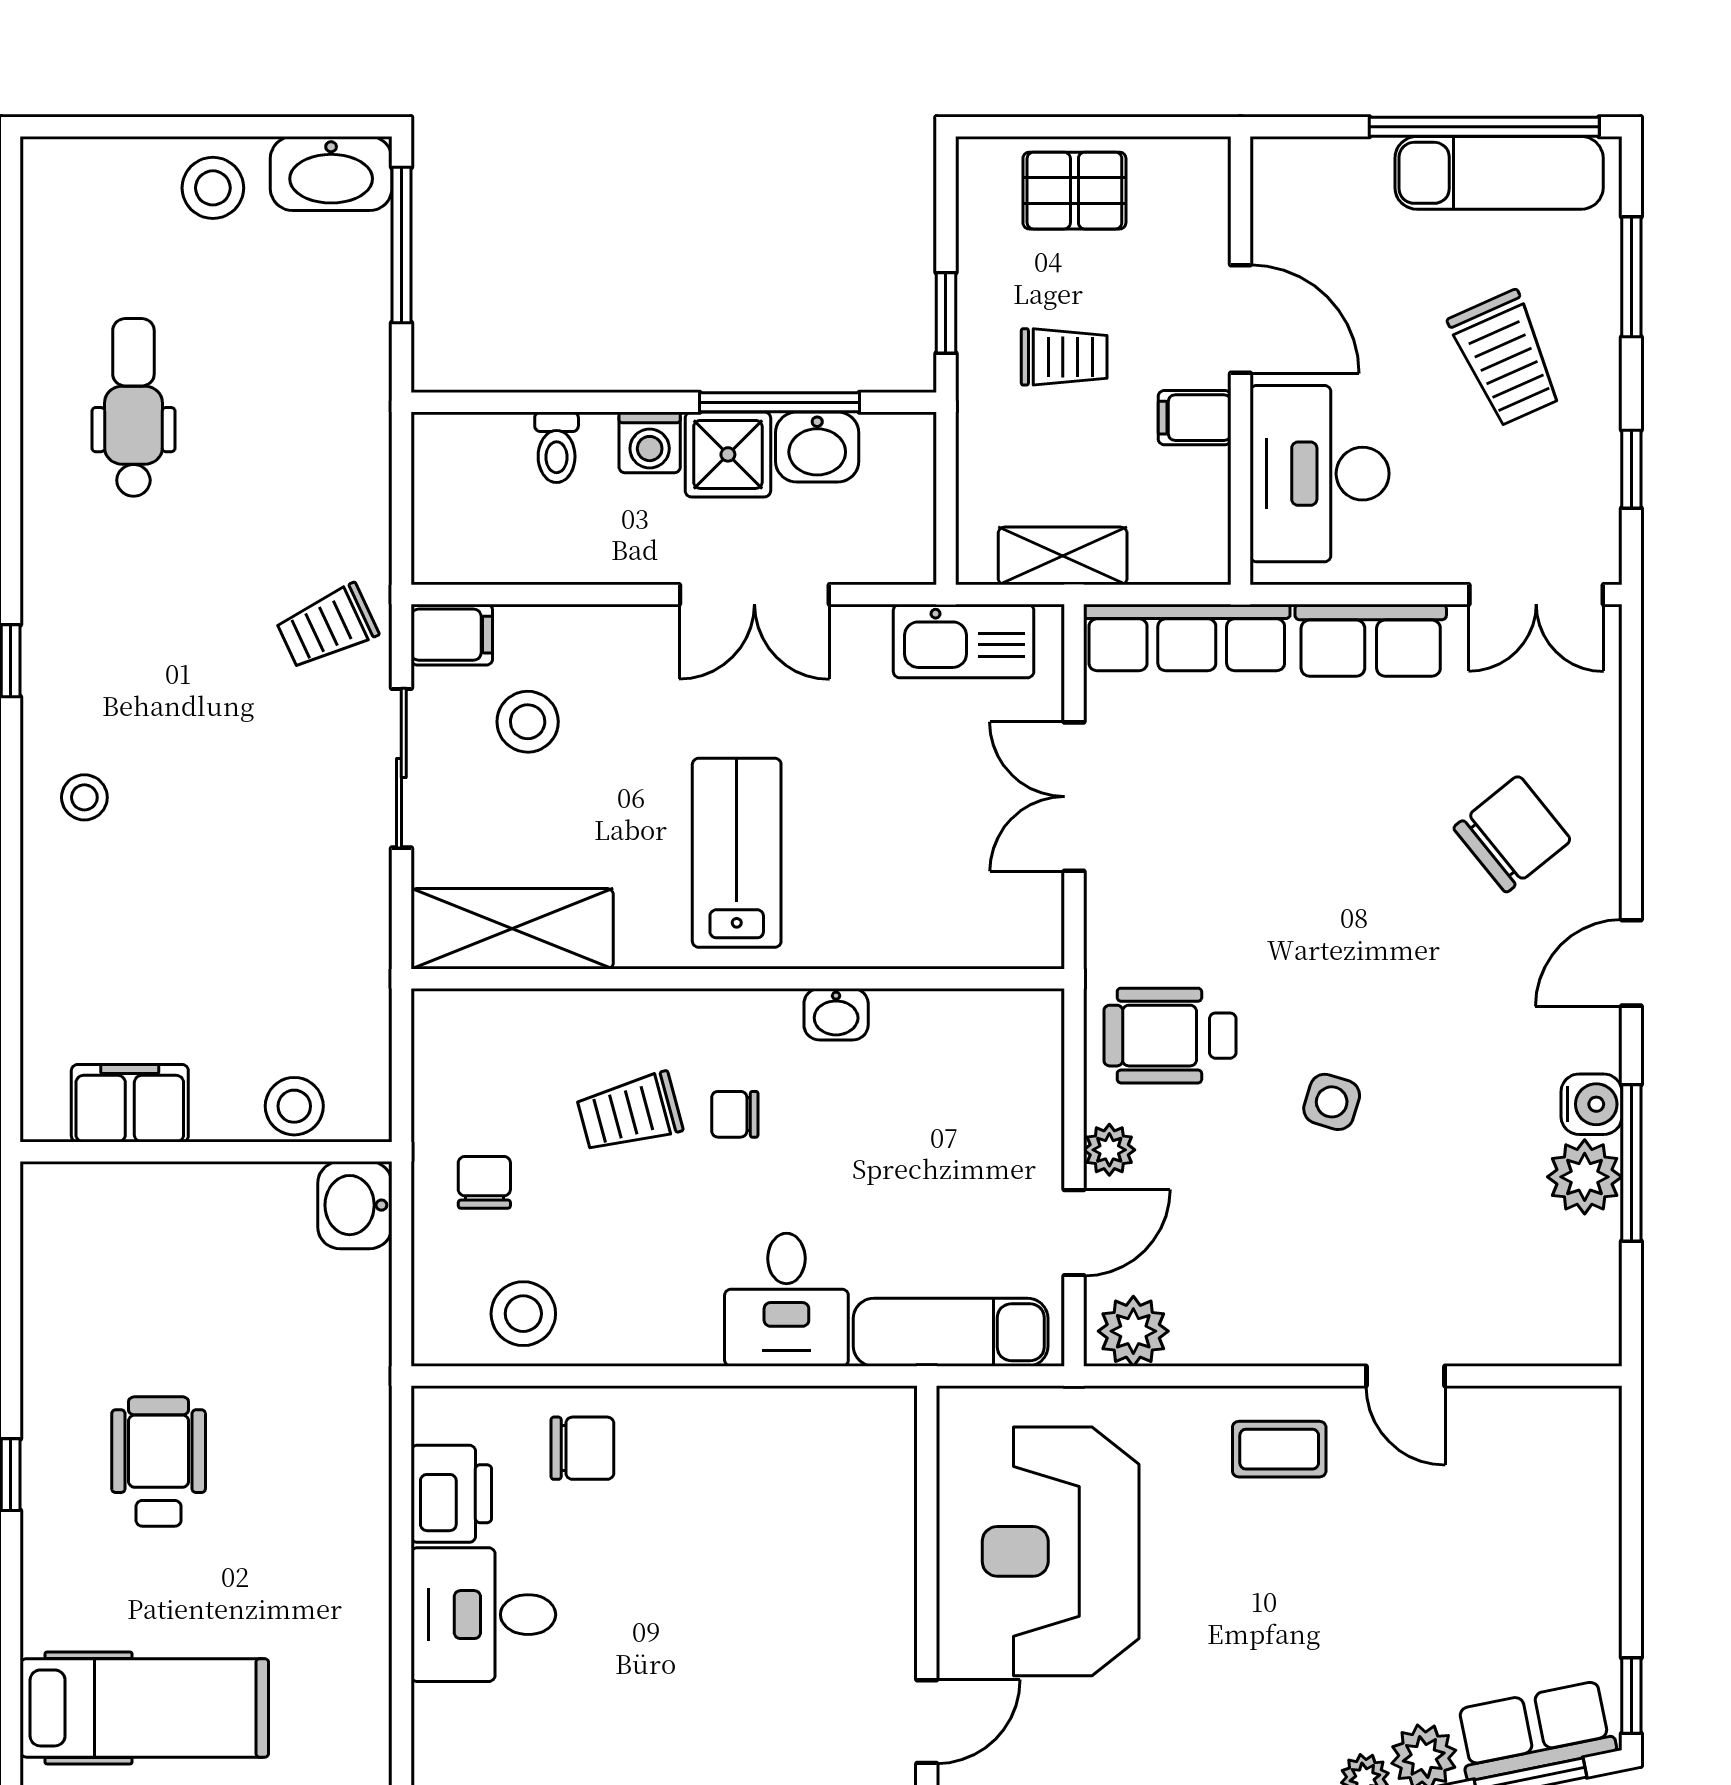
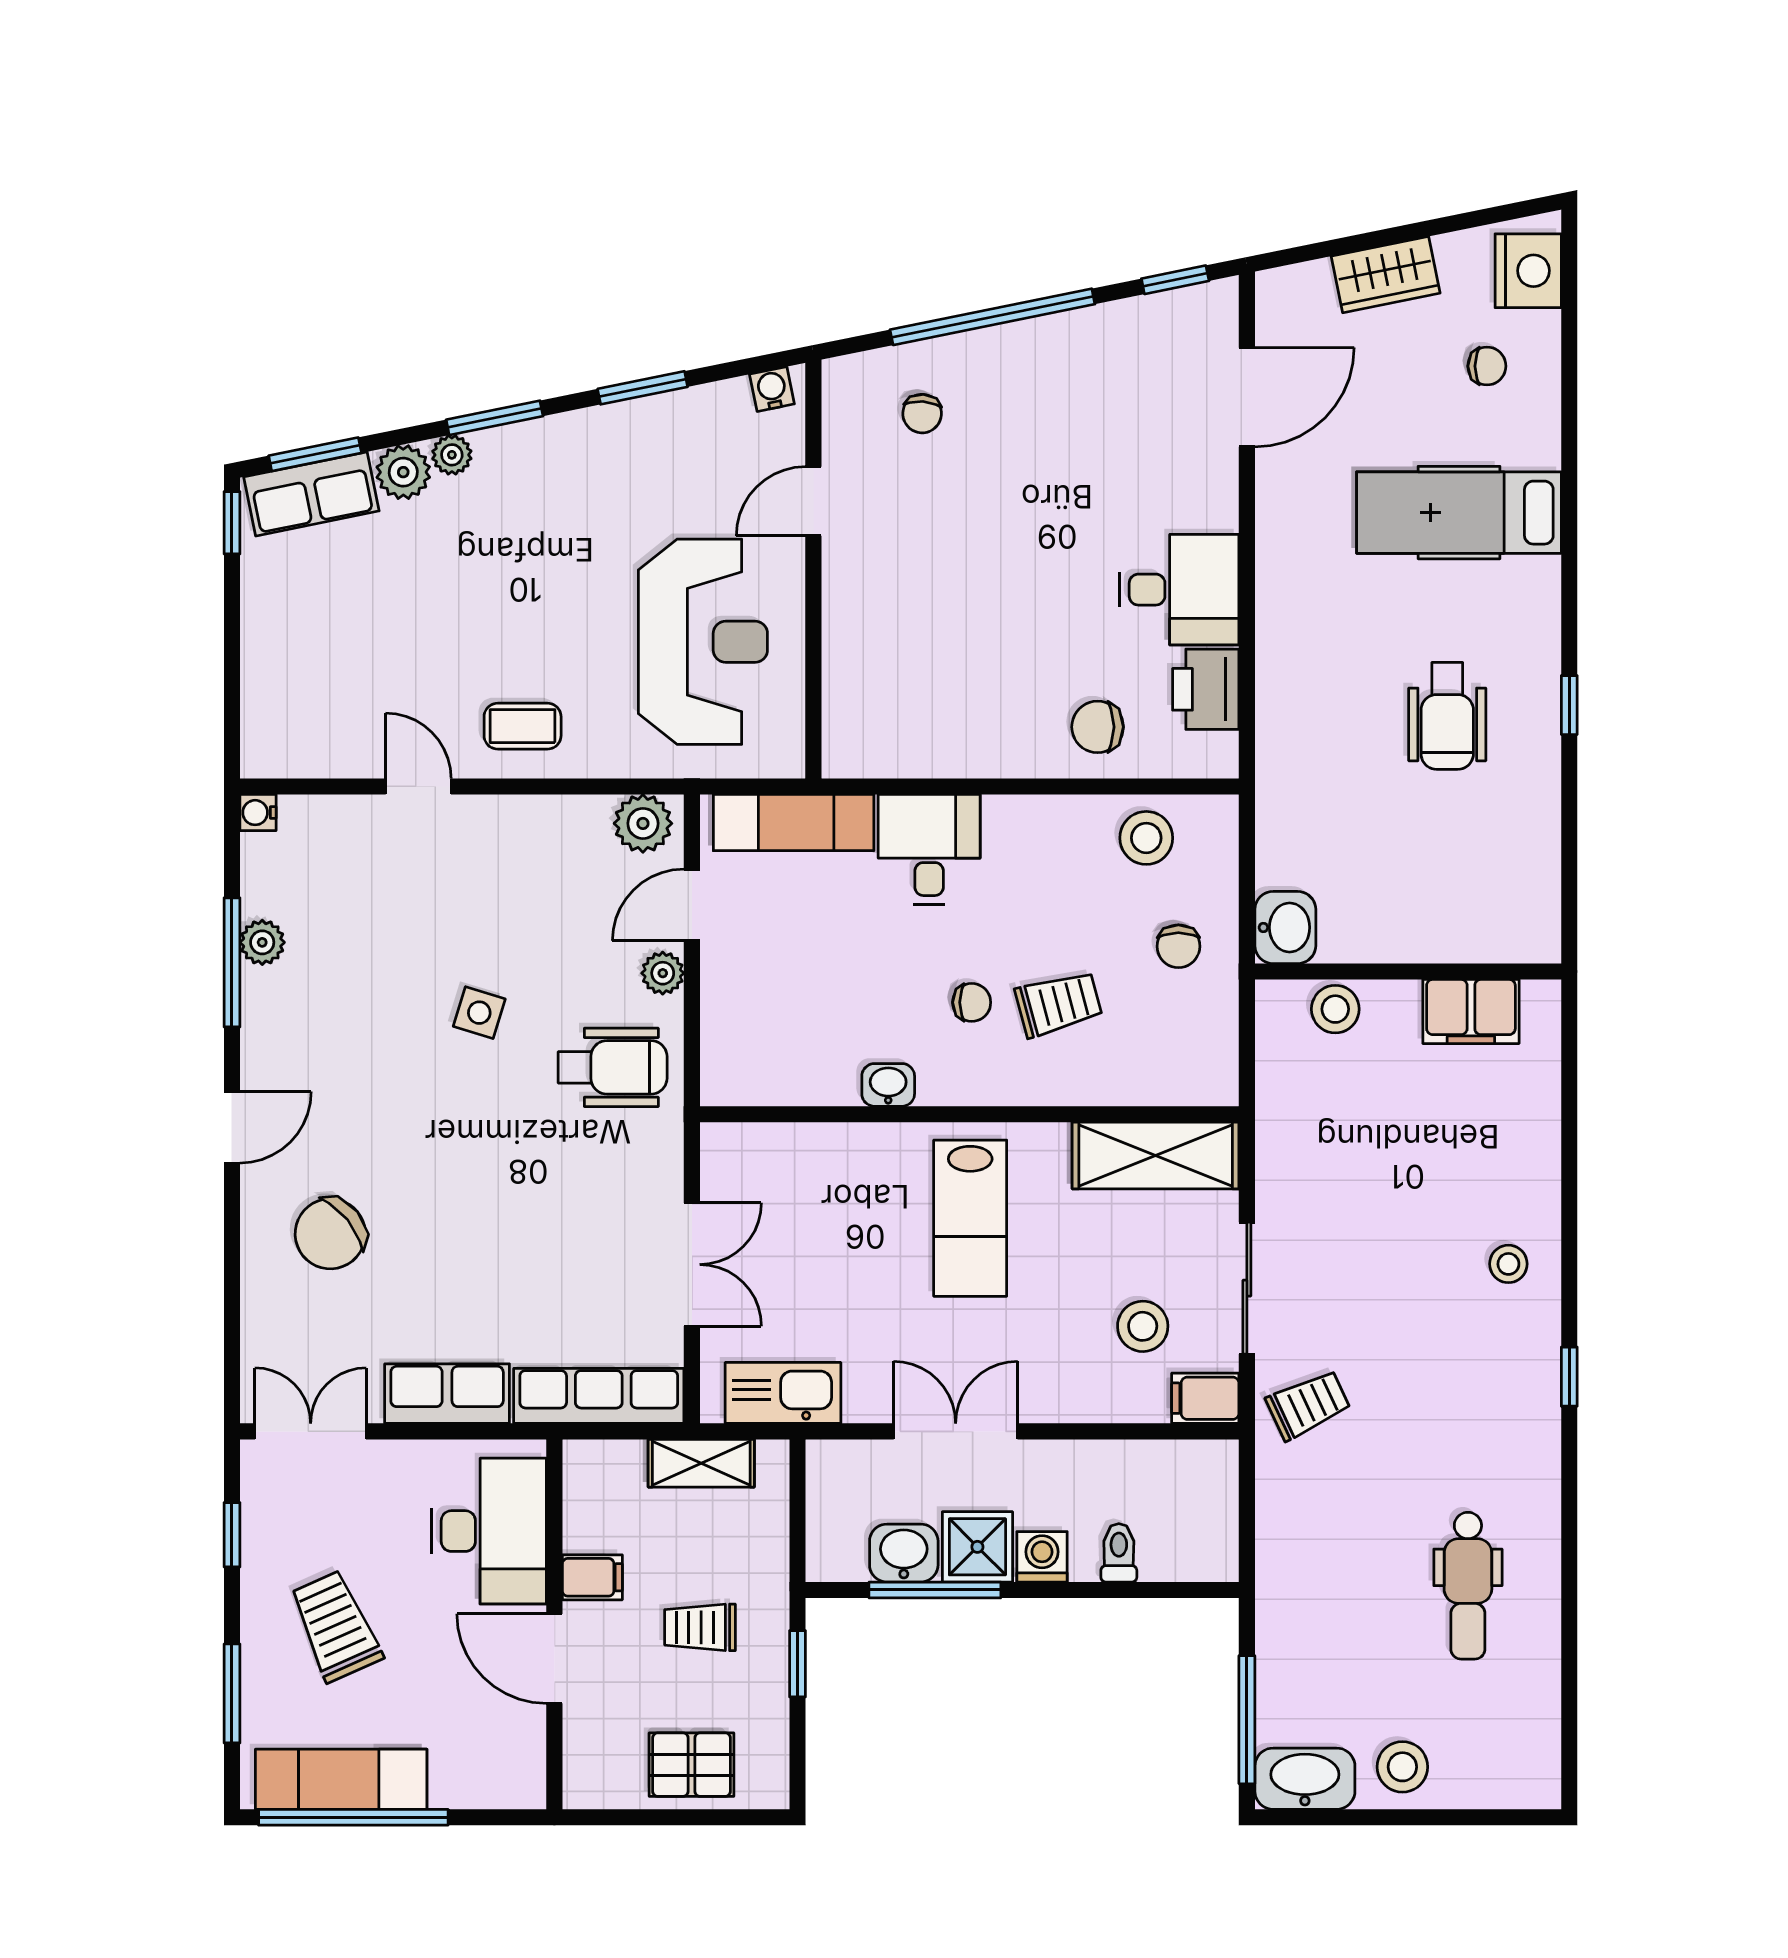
water cooler: (1591, 1104) -> (258, 813), moved, width x0.72, depth x0.72
plant: (1585, 1177) -> (262, 942), width x0.73, depth x0.73

